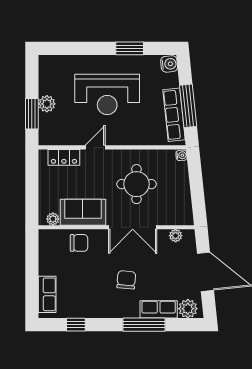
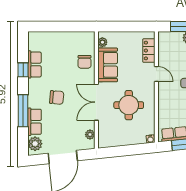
row of seats: (47, 294) -> (34, 64), moved, turned -90
window: (76, 325) -> (23, 70), moved

